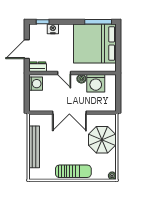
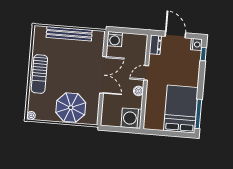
nightstand: (53, 29) -> (196, 44), moved
bed: (95, 44) -> (181, 109), width x0.73
washing machine: (96, 83) -> (131, 118), moved
washing machine: (36, 84) -> (115, 39), moved
double door: (69, 113) -> (103, 75), swing flipped

